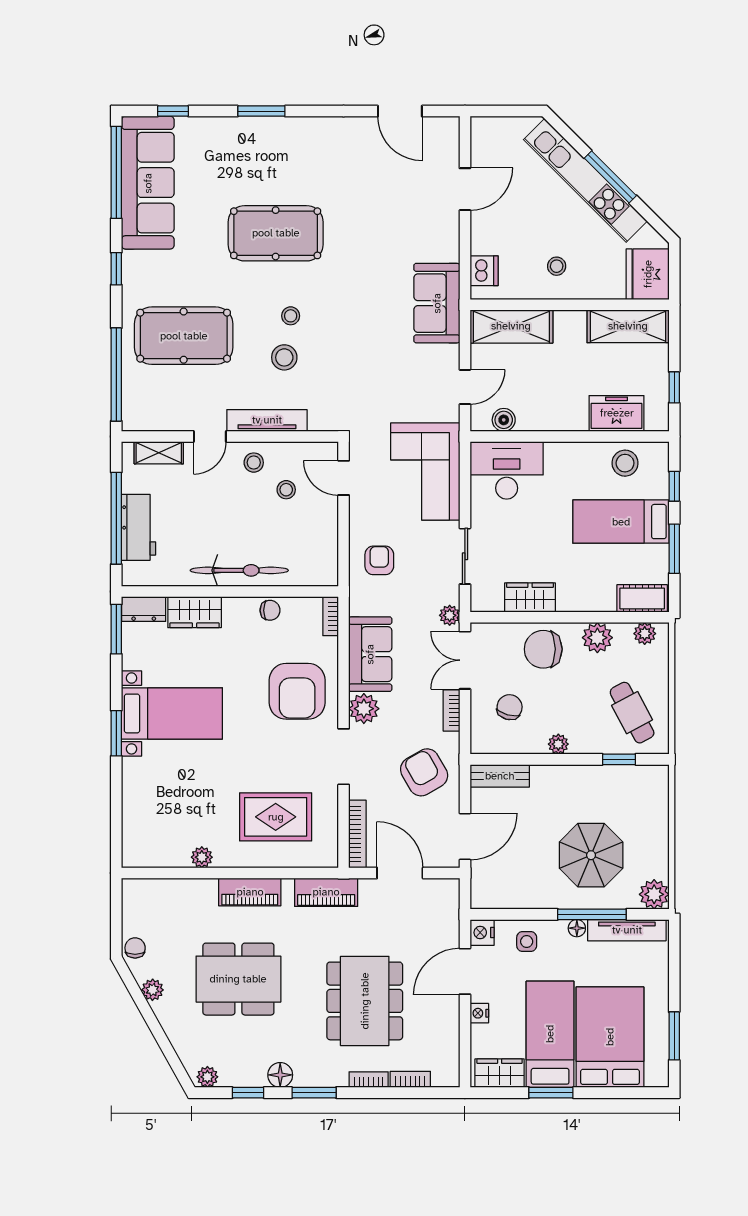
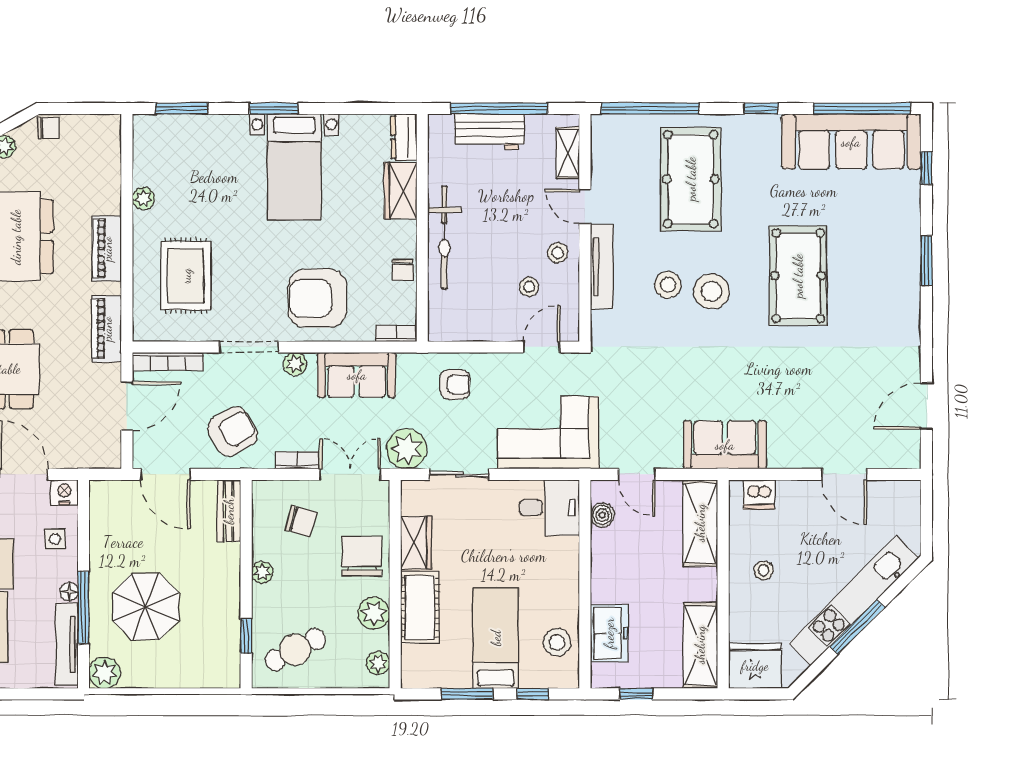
stool: (291, 316) -> (712, 291), width x1.89, depth x1.89
desk: (507, 470) -> (549, 508), width x0.73
cot: (642, 598) -> (420, 608), moved, width x1.37, depth x1.34
plant: (450, 615) -> (407, 449), width x1.87, depth x1.87
window: (116, 629) -> (182, 108), moved
plant: (364, 709) -> (295, 364), width x0.73, depth x0.73

